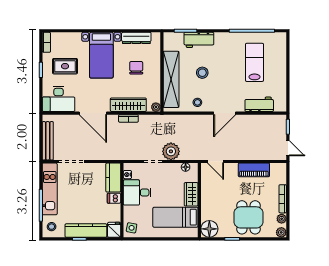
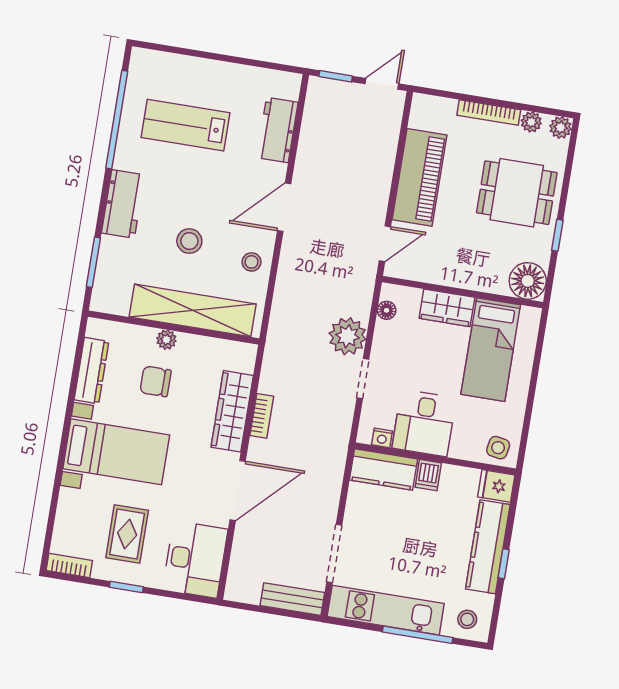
workbench: (199, 40) -> (123, 204), moved
plant: (156, 107) -> (166, 340), moved
door: (225, 113) -> (284, 207), swing flipped
bench: (48, 141) -> (292, 599), width x0.73
piano: (254, 170) -> (419, 177), width x1.37, depth x1.33

